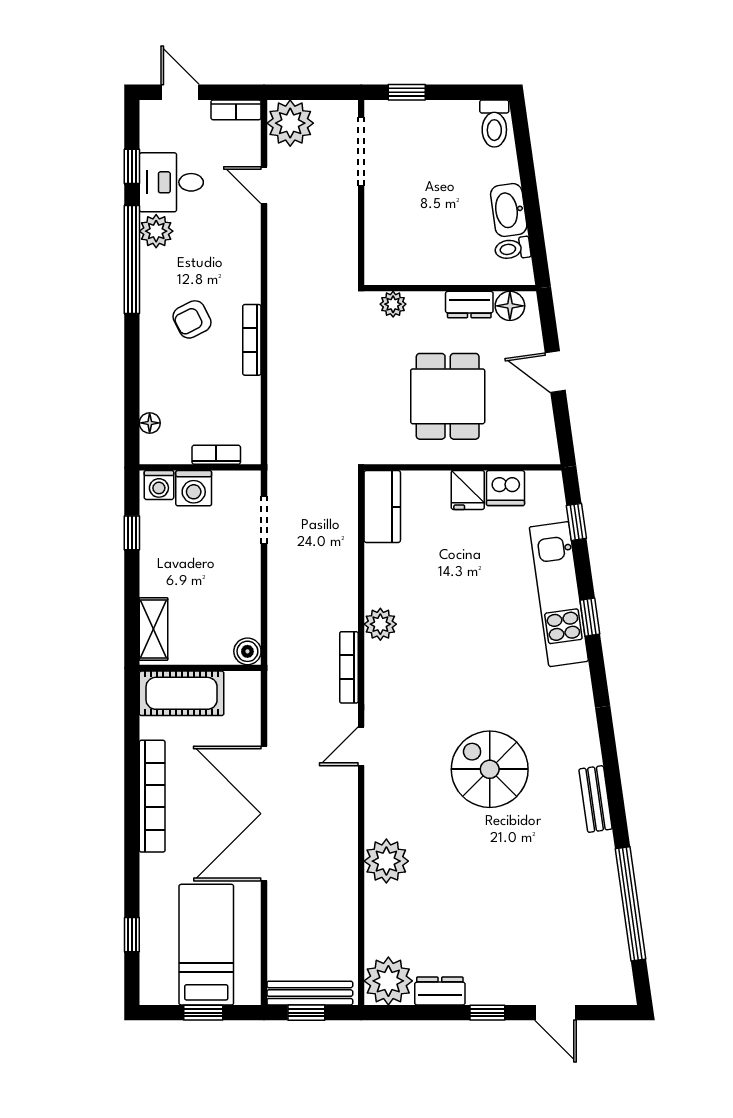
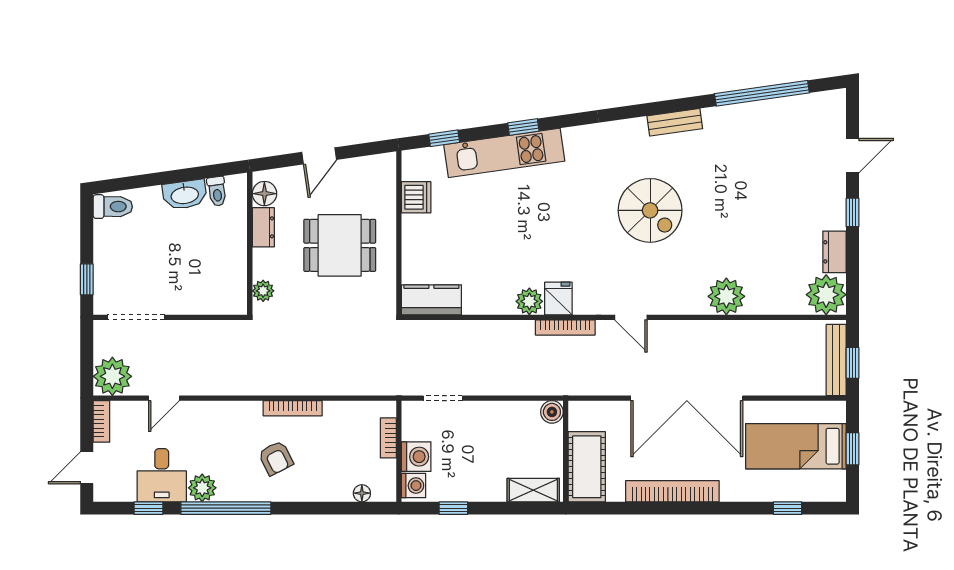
fridge: (468, 490) -> (558, 299), moved, turned -90
spiral stairs: (490, 769) -> (650, 210), turned -90

